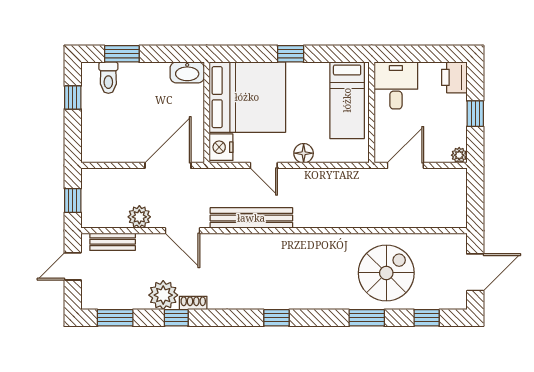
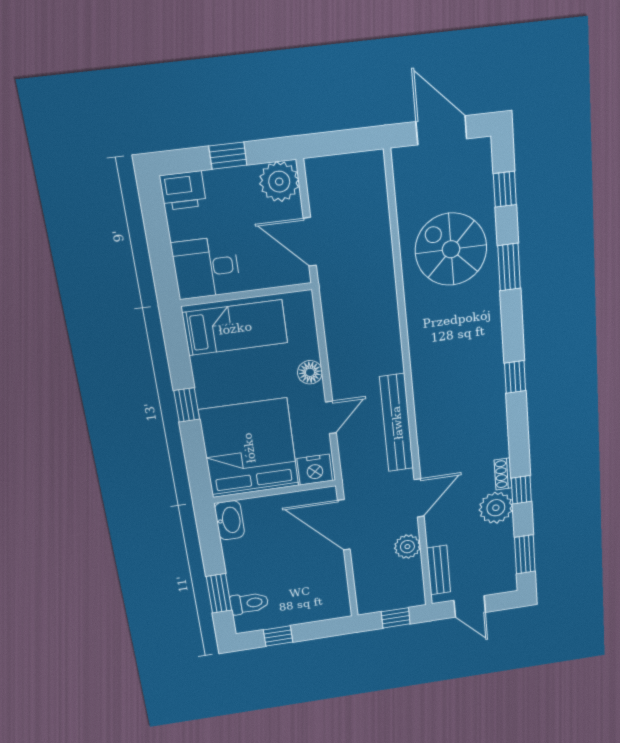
plant: (459, 155) -> (279, 182), width x1.88, depth x1.88

